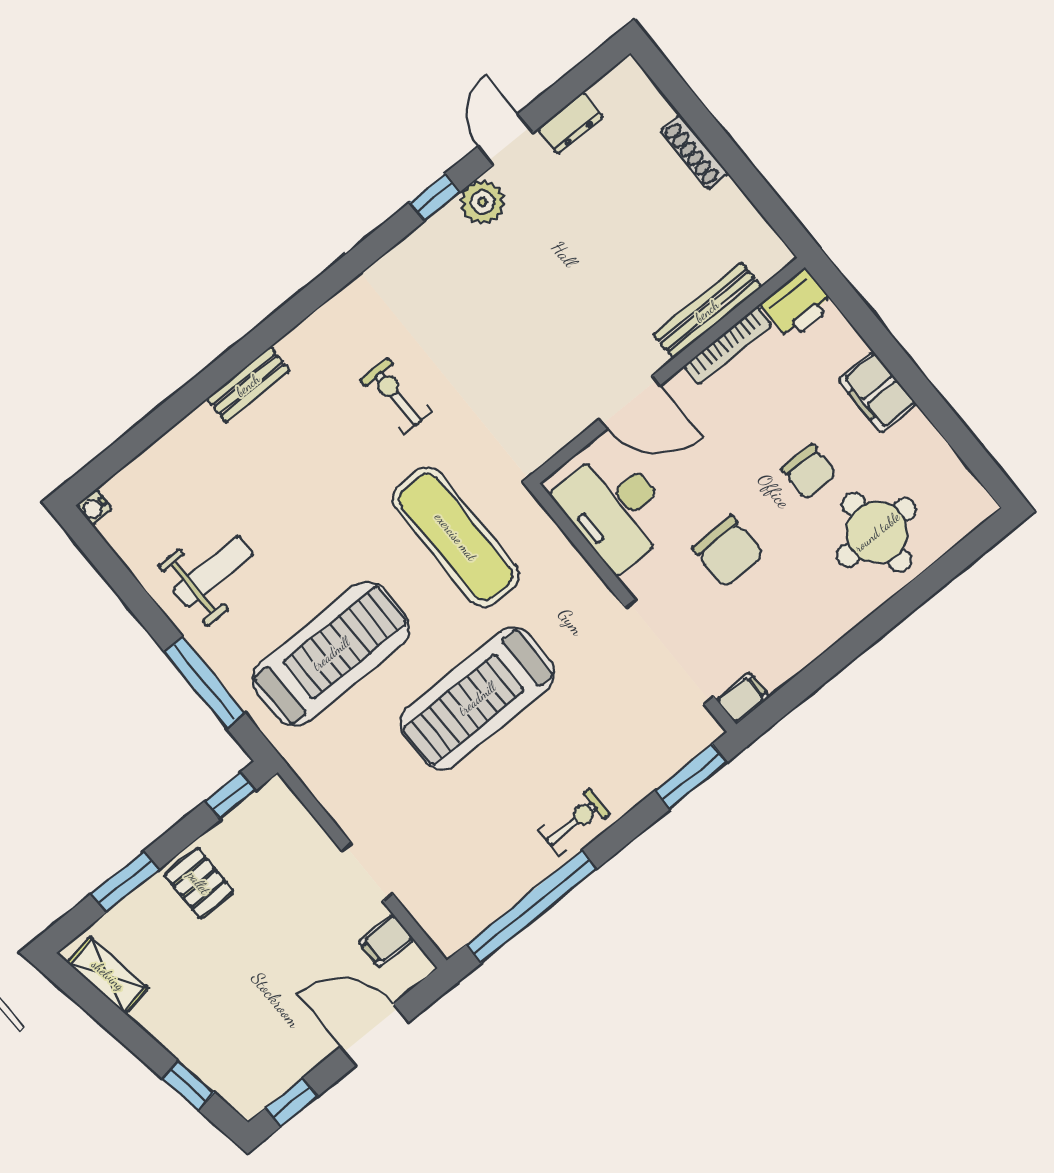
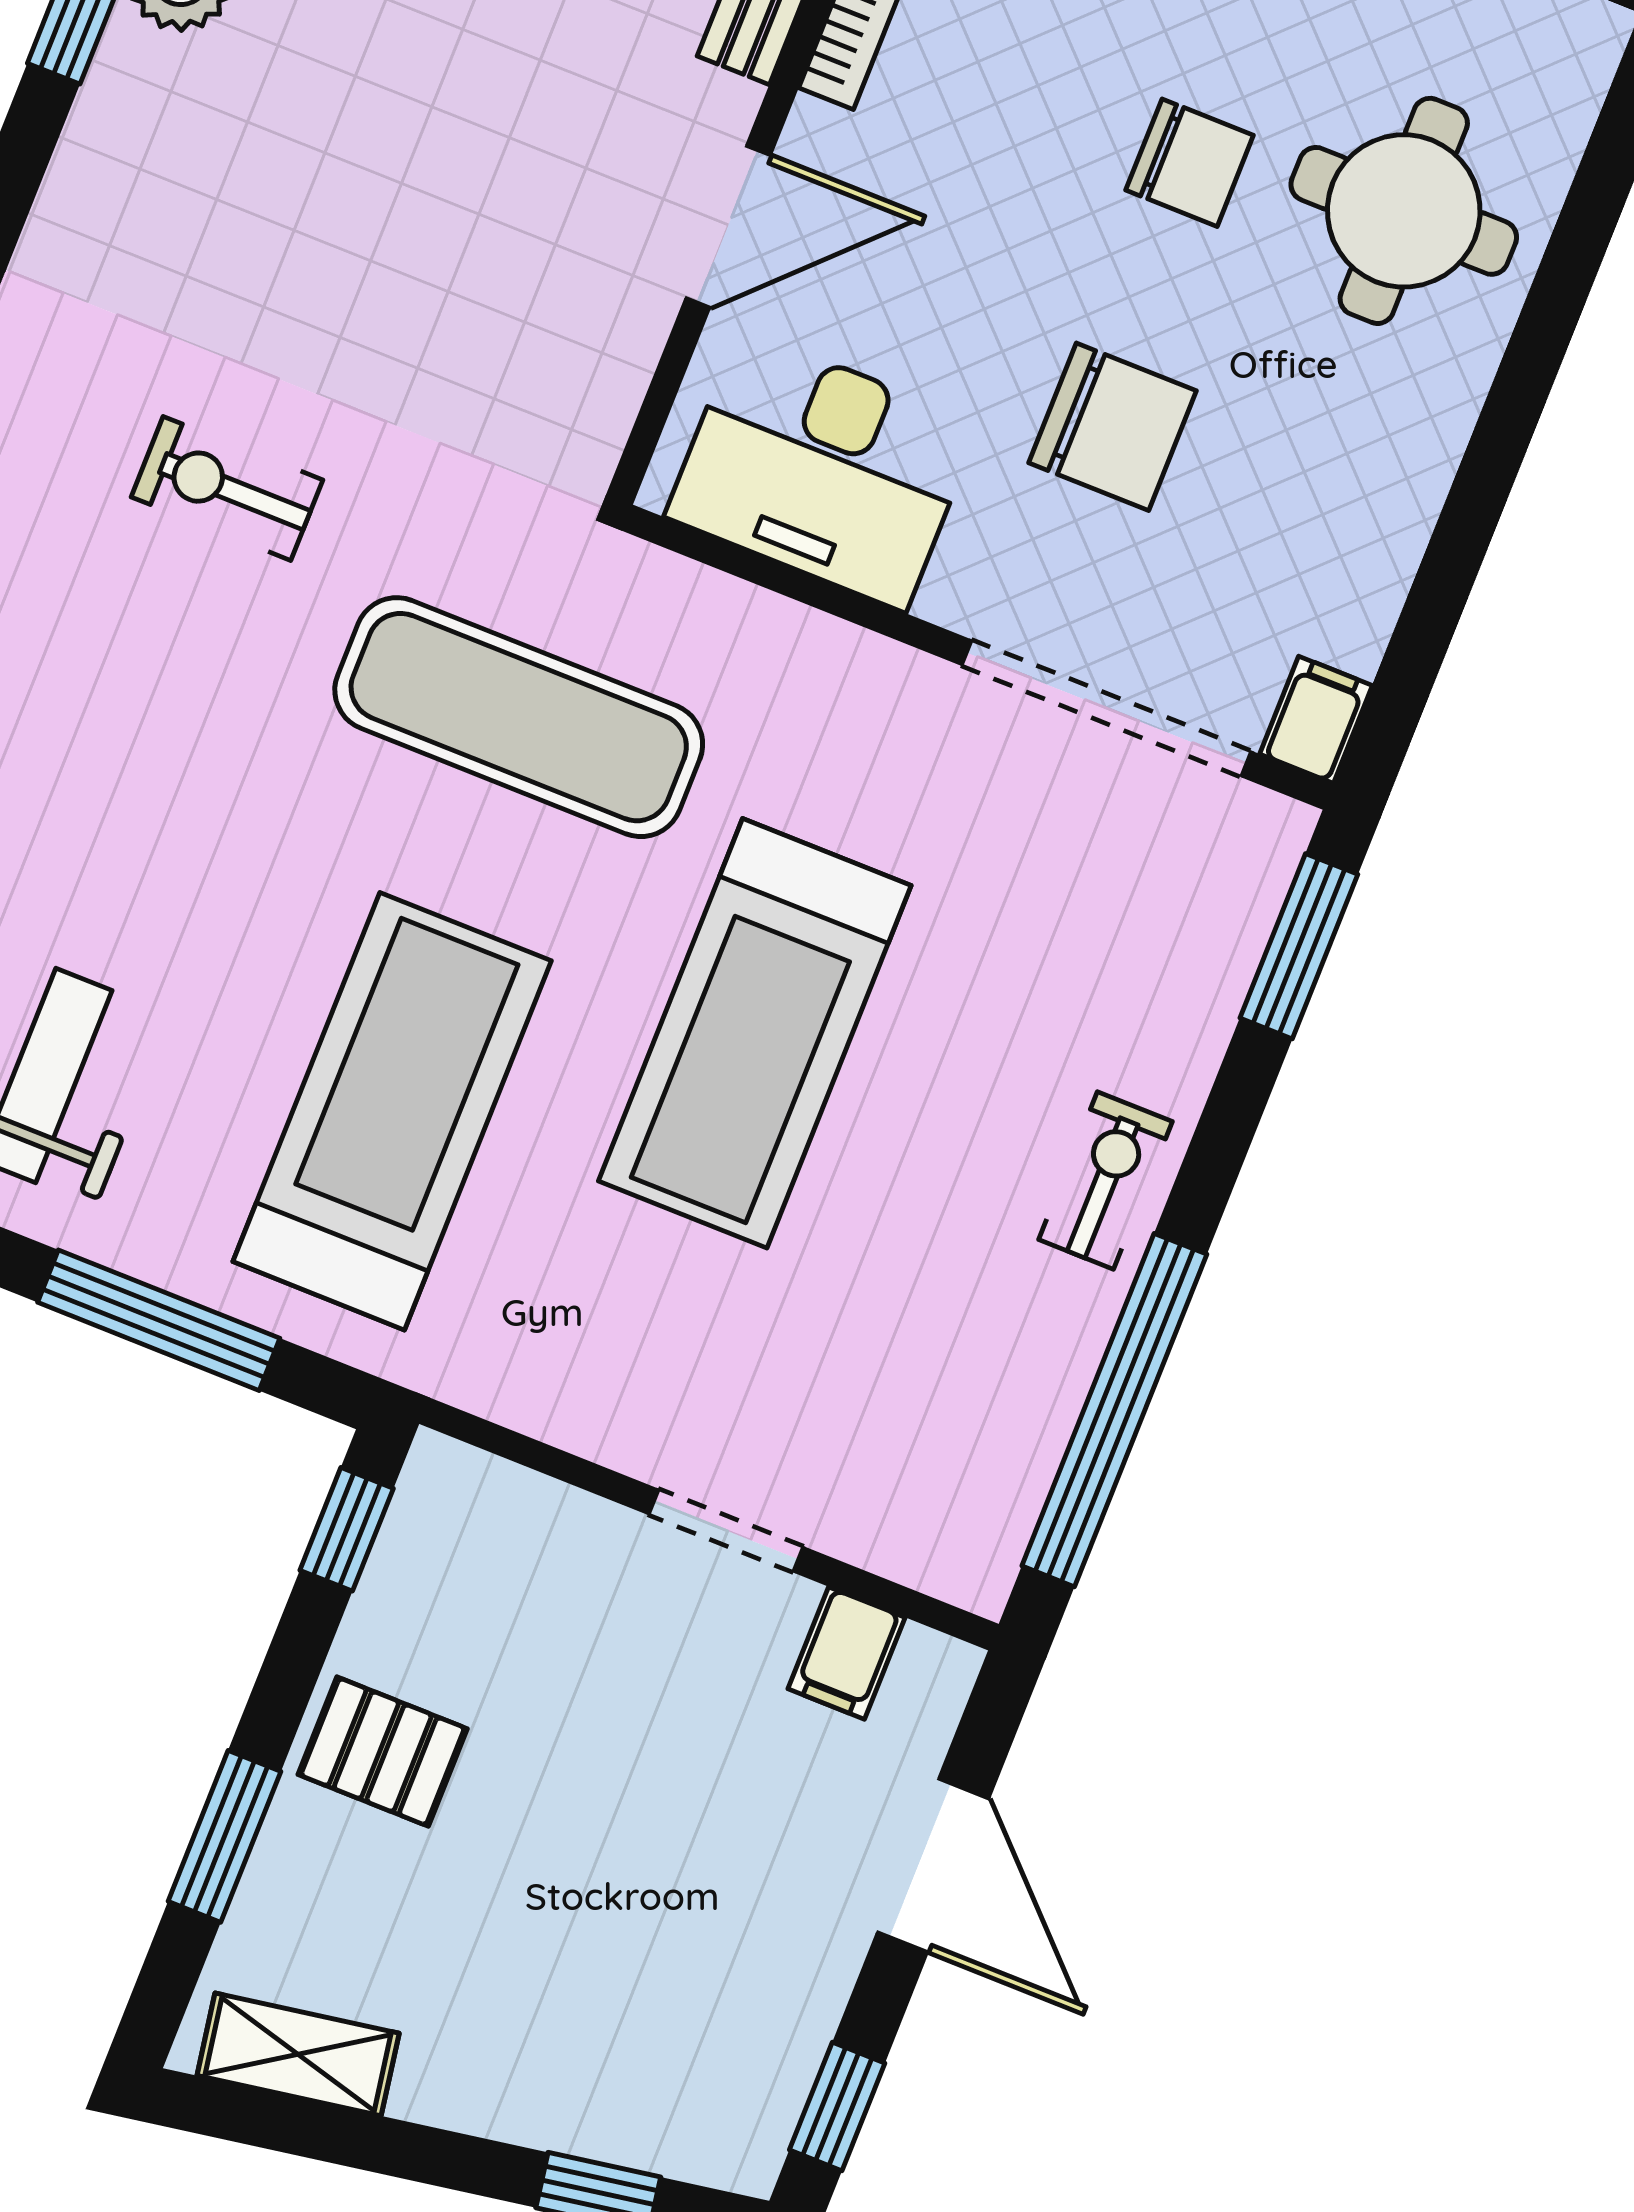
door: (375, 1035) -> (933, 1865), swing flipped

